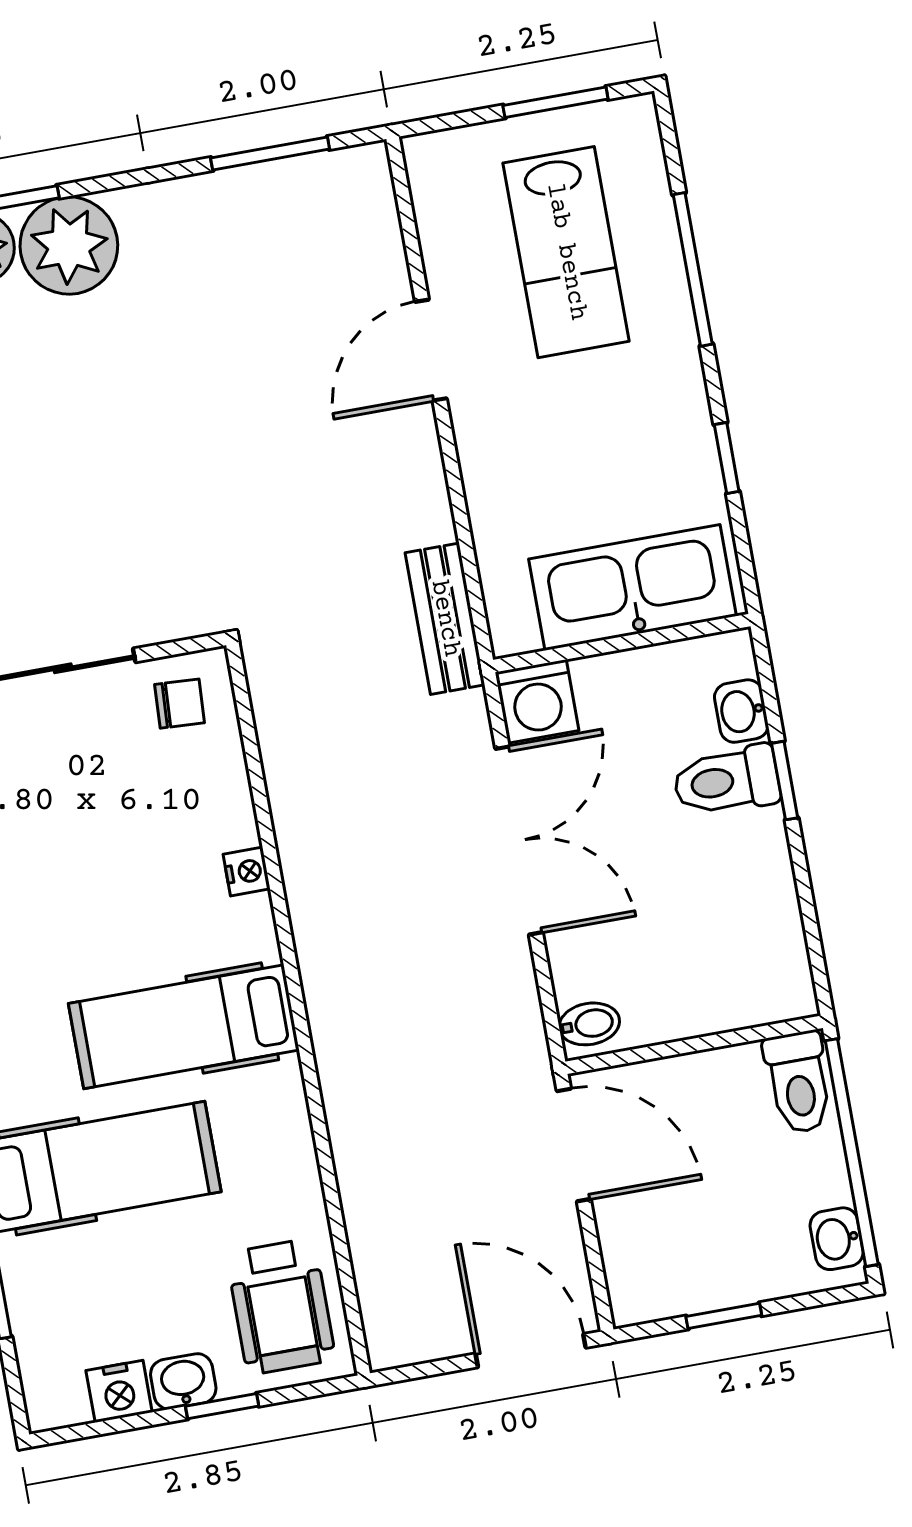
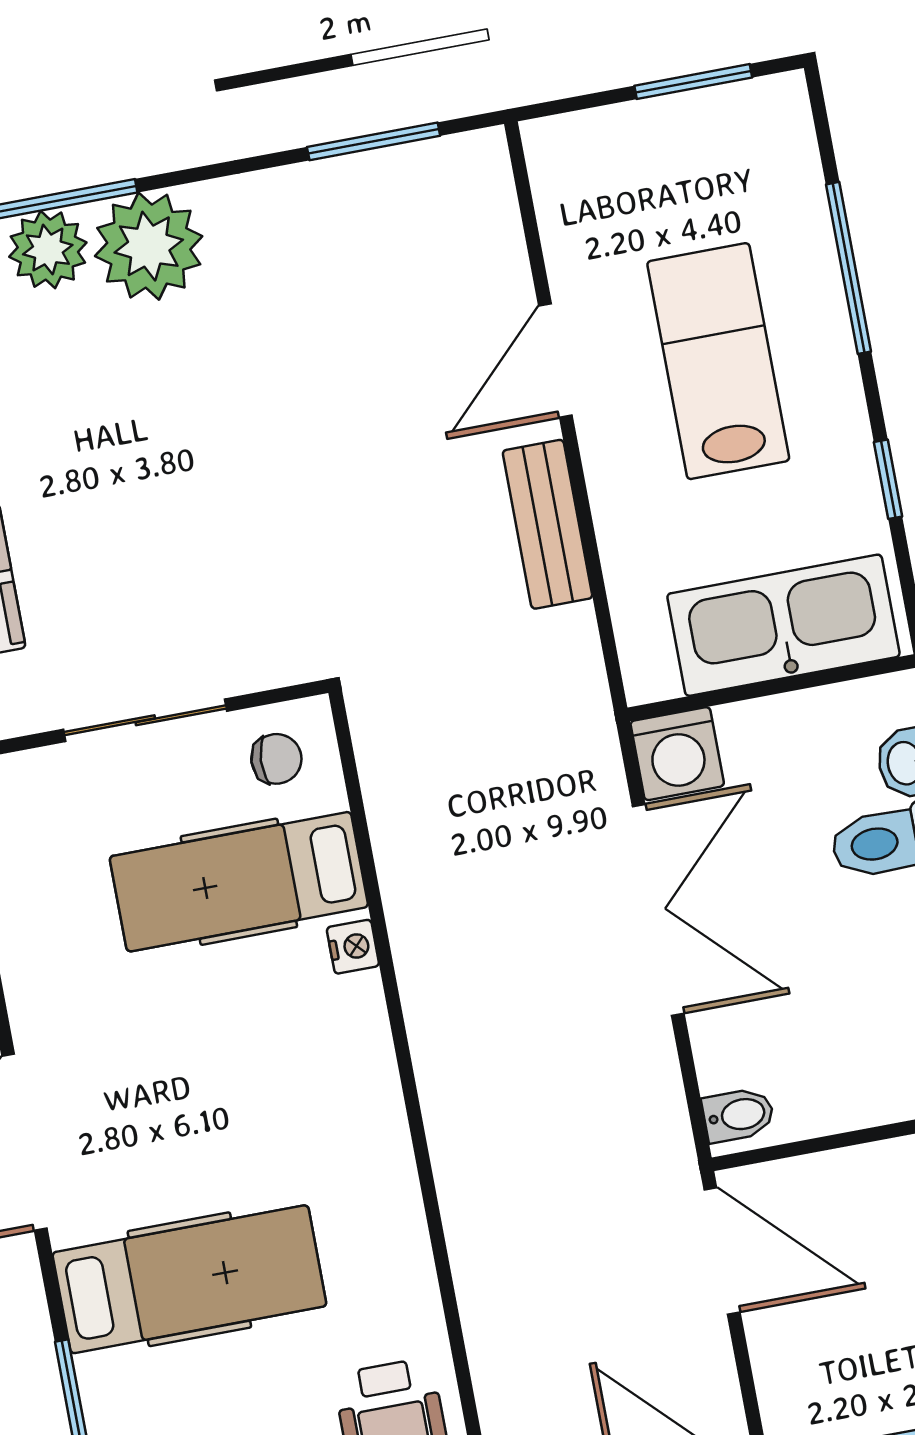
lab bench: (566, 252) -> (718, 361), moved, turned 180
bench: (445, 619) -> (548, 524), moved
hospital bed: (184, 1027) -> (239, 882), moved

